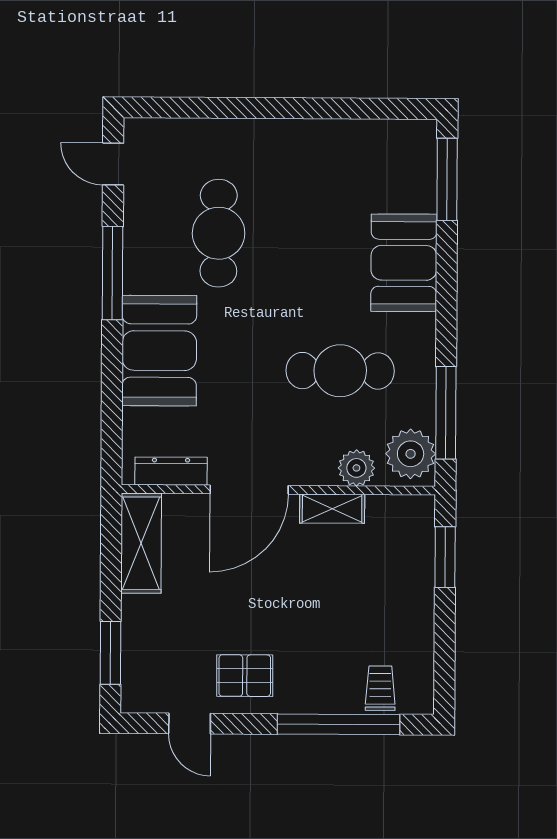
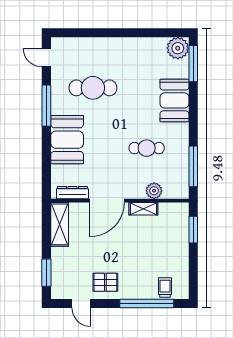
cafe table: (219, 233) -> (93, 88), turned 90
cafe table: (340, 371) -> (147, 148), width x0.73, depth x0.74
plant: (411, 454) -> (178, 48), moved

